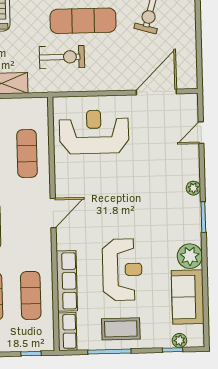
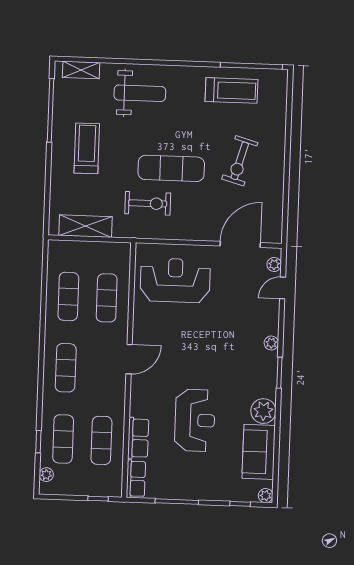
plant: (191, 110) -> (274, 265), added
row of seats: (67, 281) -> (138, 438), width x0.68
coffee table: (121, 329) -> (190, 480), removed
plant: (179, 340) -> (266, 496), moved

